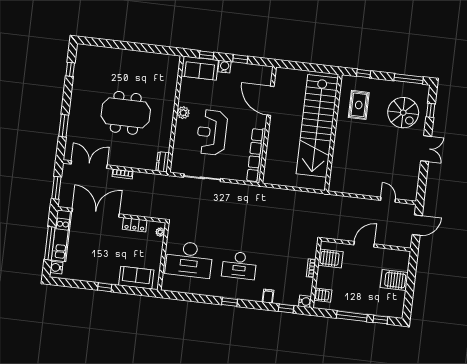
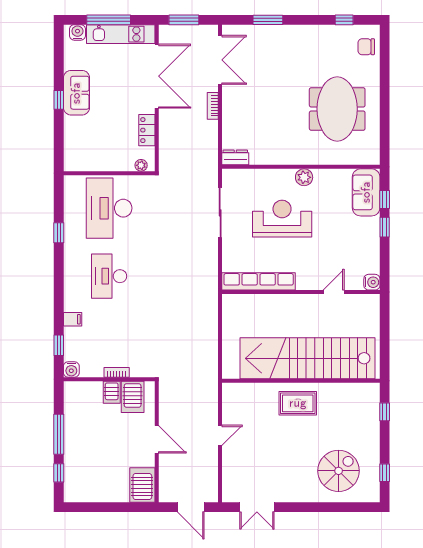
chair: (92, 55) -> (366, 47), added
window: (240, 59) -> (385, 227), moved
water cooler: (225, 67) -> (372, 282), moved
window: (409, 79) -> (385, 473), width x0.46
door: (271, 101) -> (334, 292), width x0.53
rug: (359, 105) -> (298, 403), moved
window: (431, 110) -> (346, 507), removed
meeting table: (126, 113) -> (337, 109), moved
spiral stairs: (403, 113) -> (339, 471), turned 180
double door: (426, 149) -> (257, 507), moved
door: (388, 200) -> (220, 435), moved
sofa: (136, 278) -> (76, 93), moved
server rack: (394, 280) -> (142, 485), moved
server rack: (323, 295) -> (112, 392), moved
window: (230, 302) -> (59, 233), moved

